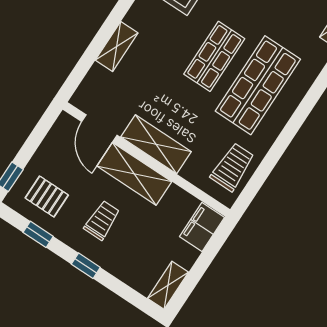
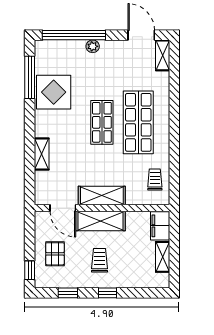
trolley: (232, 167) -> (155, 180), width x0.73, depth x0.72
pallet: (47, 197) -> (55, 254), moved, turned 90
shelving: (168, 285) -> (163, 257), moved

